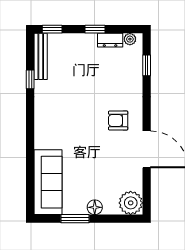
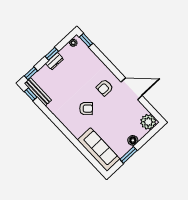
dresser: (110, 40) -> (55, 61), moved
window: (147, 65) -> (86, 40), moved
window: (30, 79) -> (31, 94), moved
armchair: (76, 124) -> (86, 109), added

